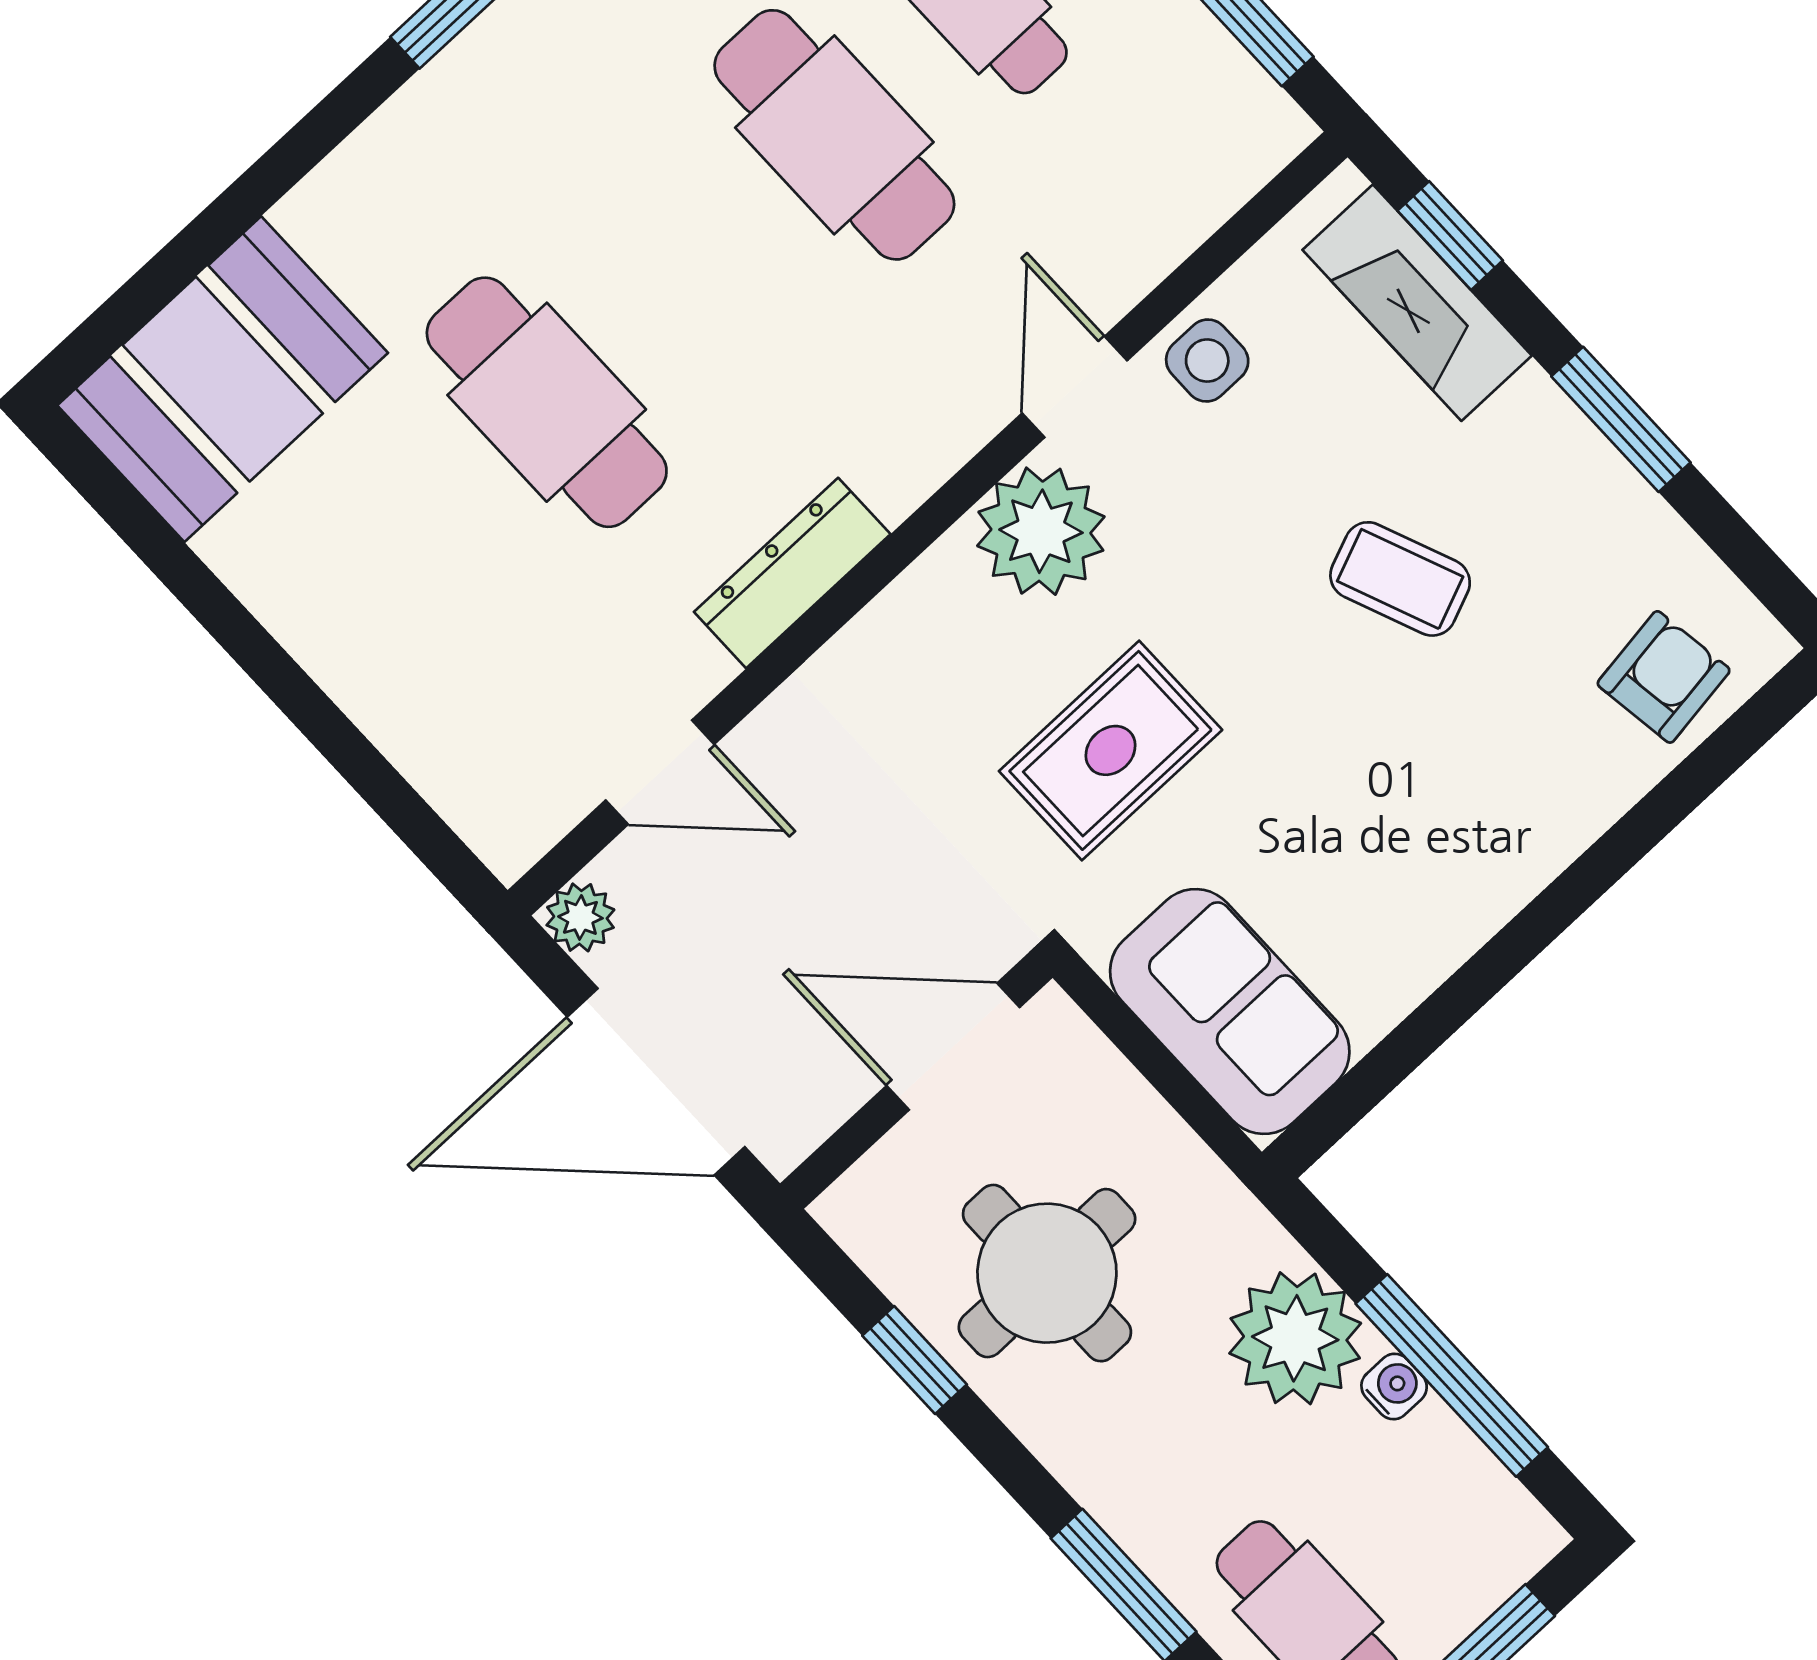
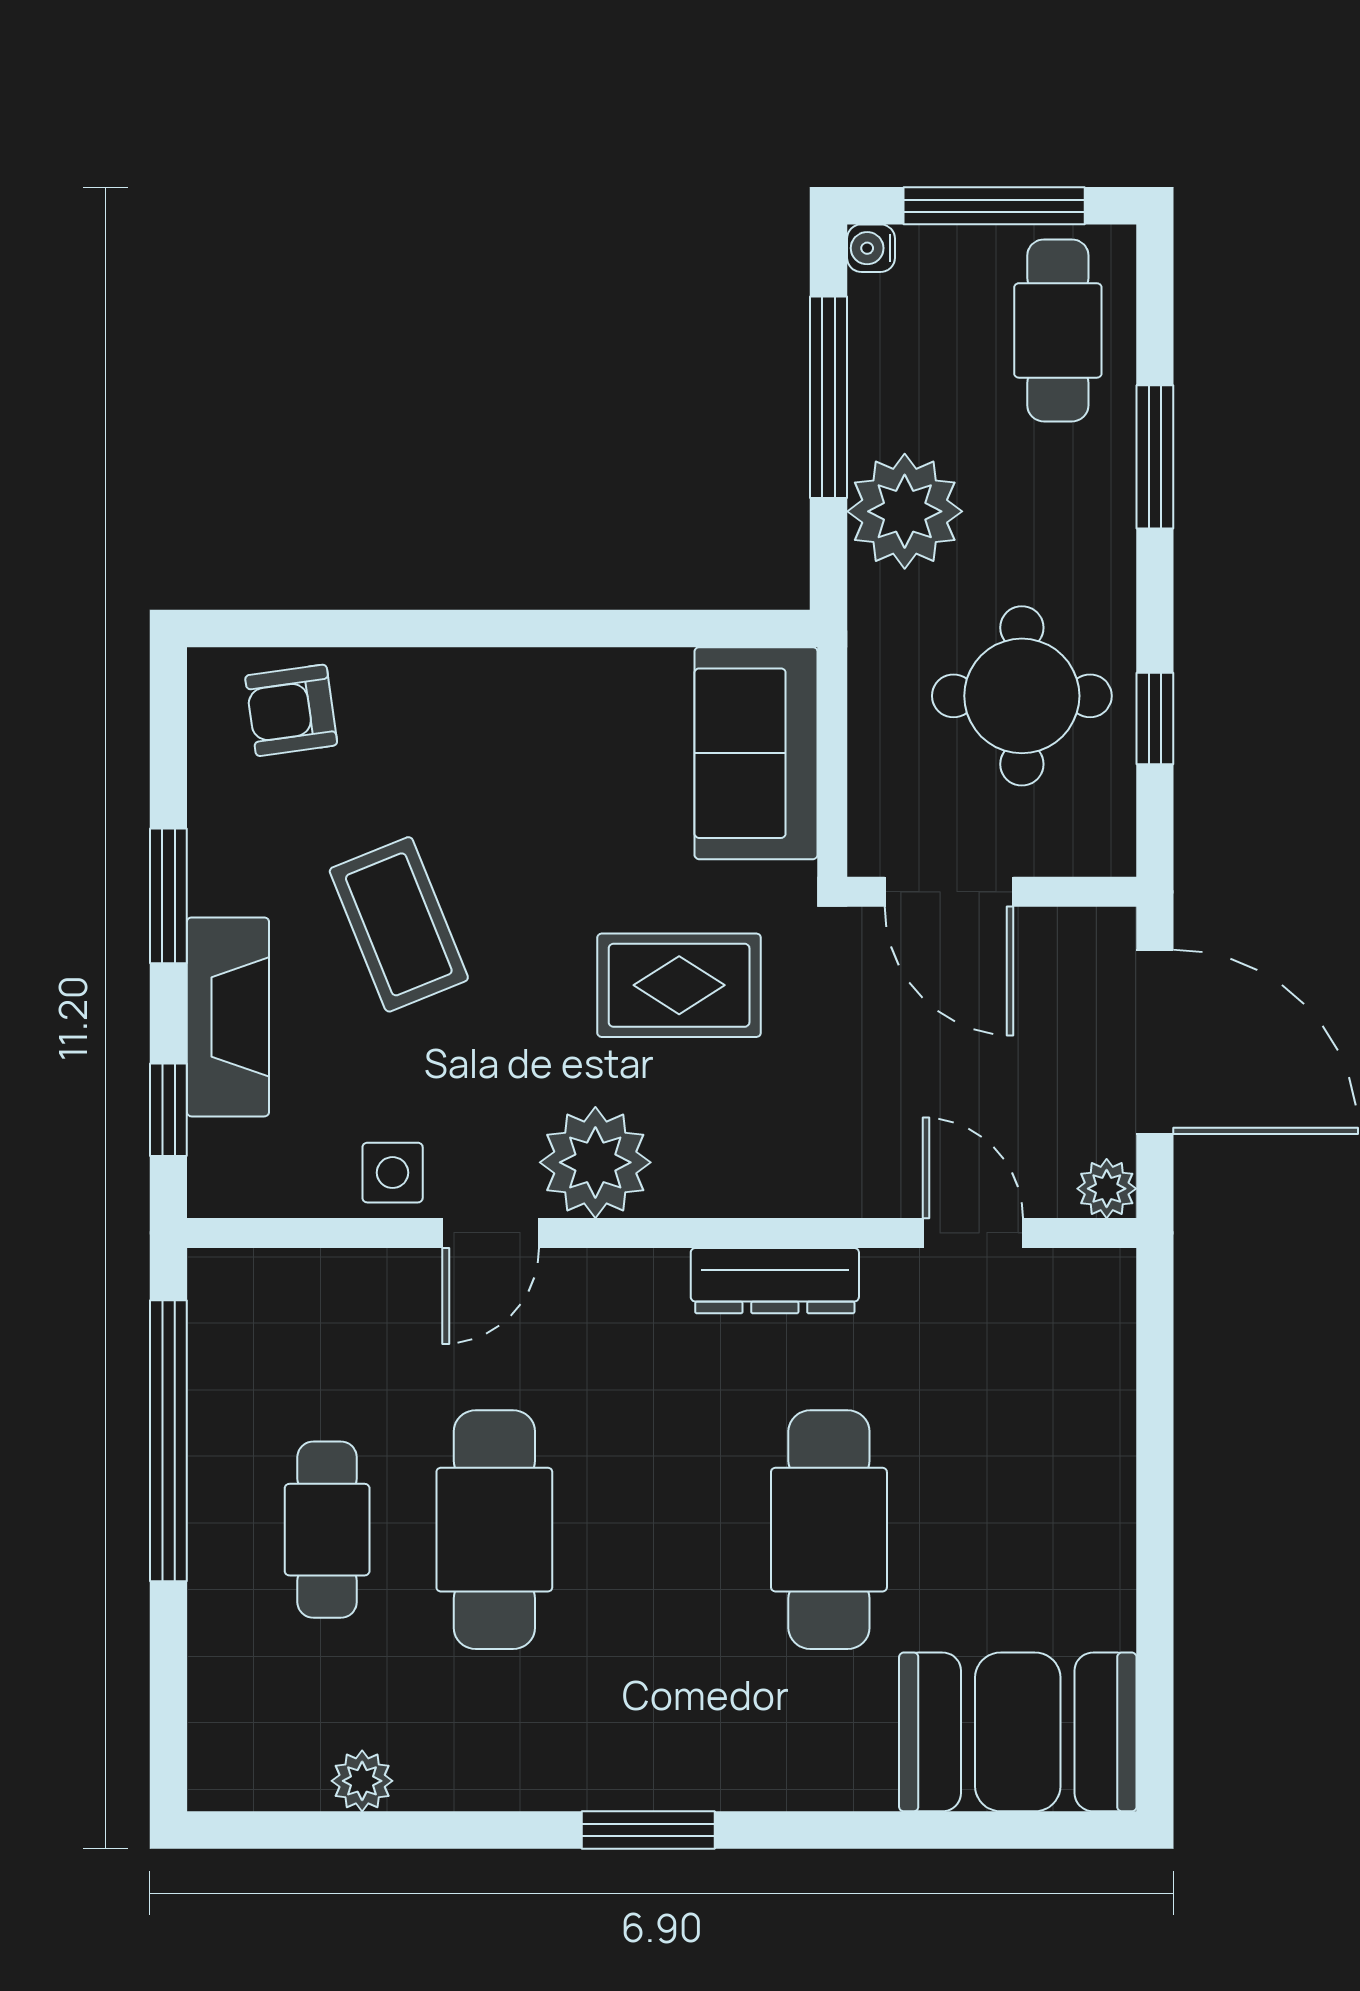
fireplace: (1417, 303) -> (228, 1017), moved
coffee table: (1400, 579) -> (399, 924), width x1.36, depth x1.30
water cooler: (1394, 1386) -> (871, 248), moved

